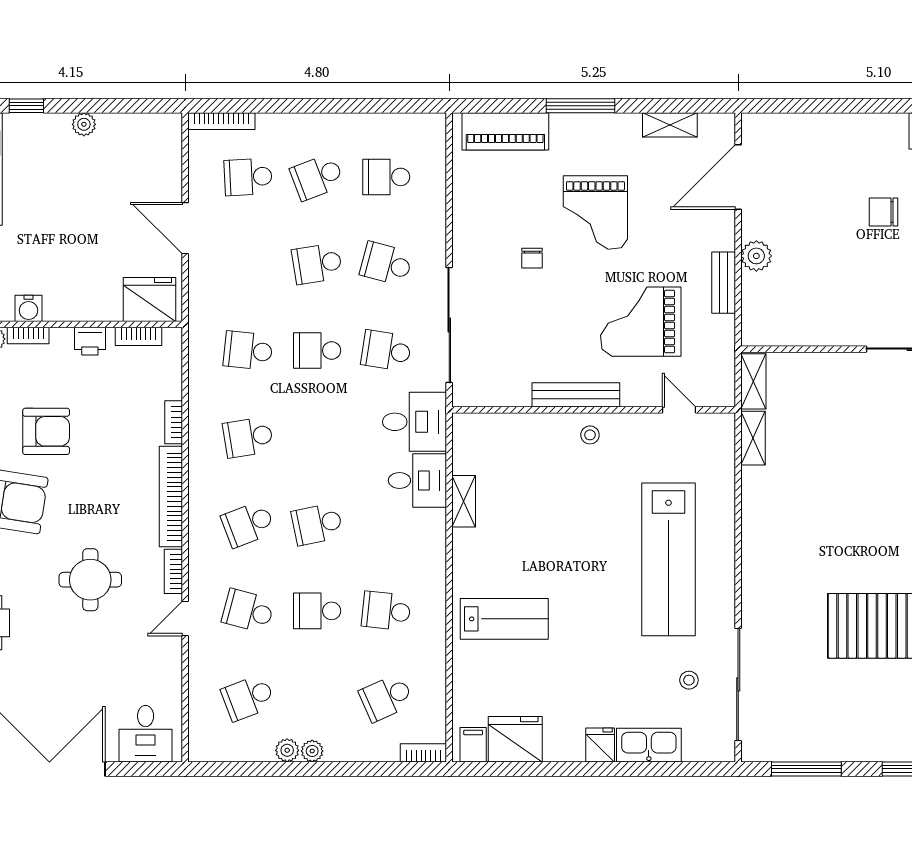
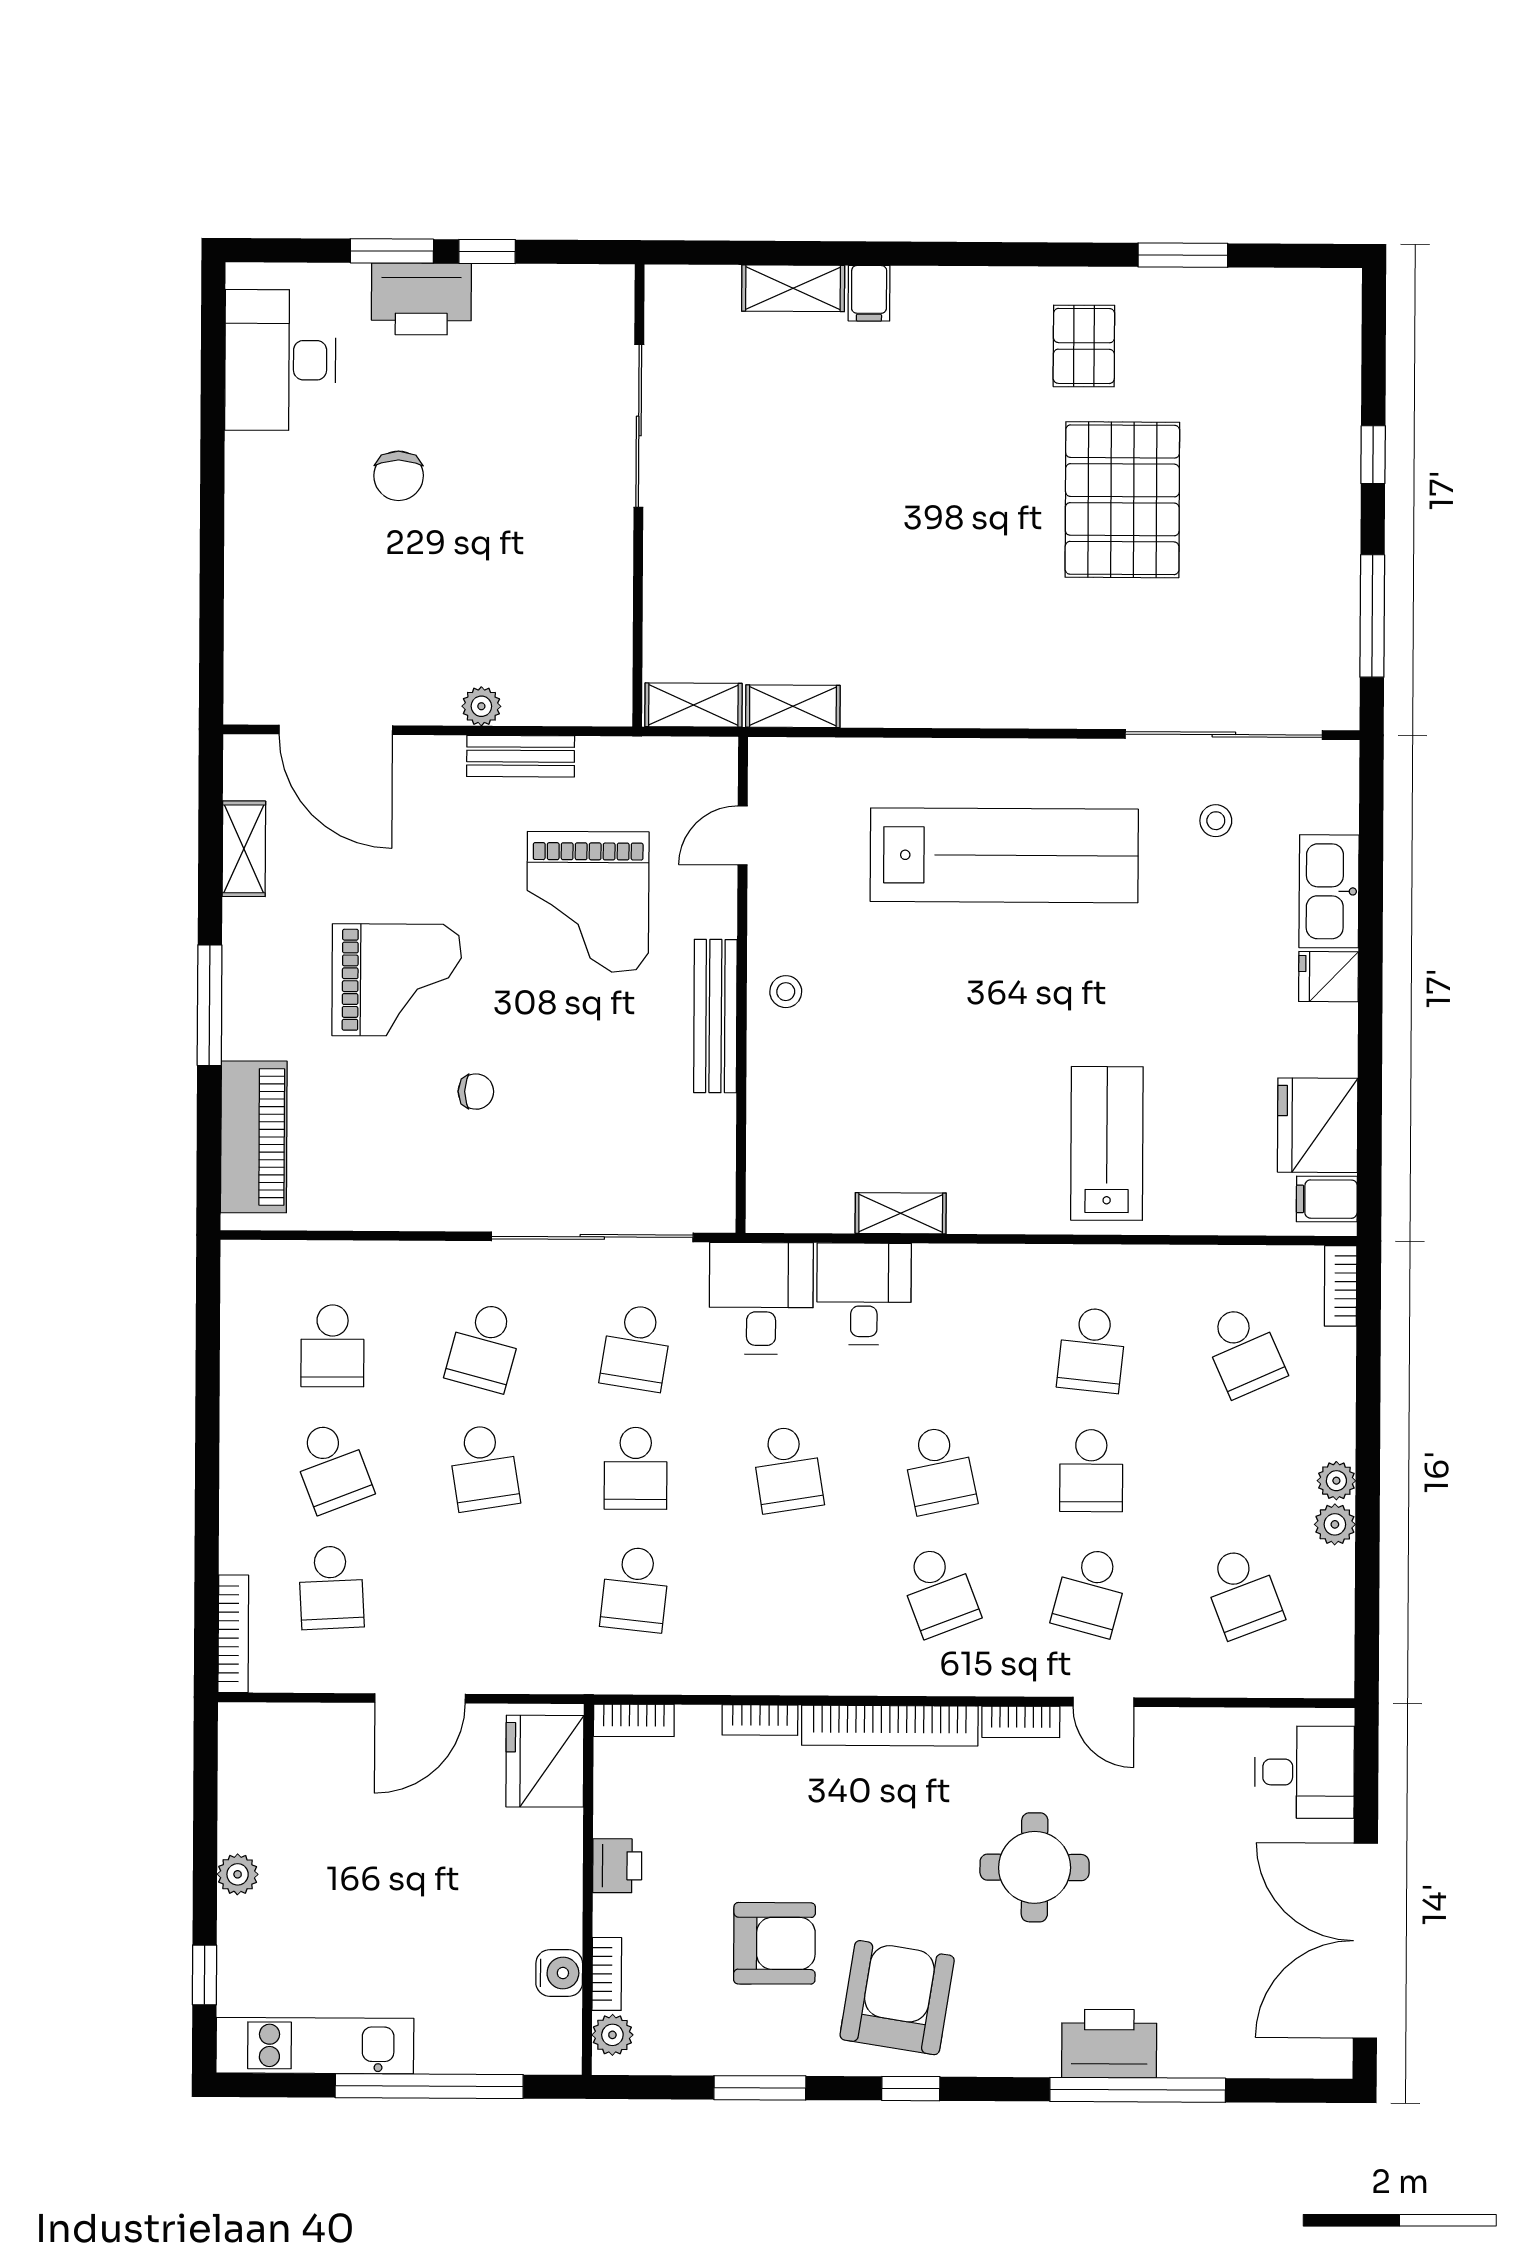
plant: (756, 256) -> (481, 706), width x0.73, depth x0.73
bookcase: (139, 336) -> (634, 1720), moved, turned 90
armchair: (46, 431) -> (774, 1943), turned 90
school desk: (248, 437) -> (787, 1469), moved

